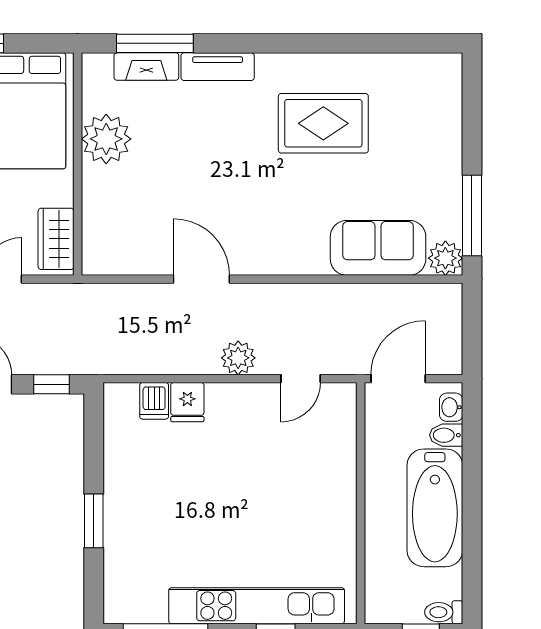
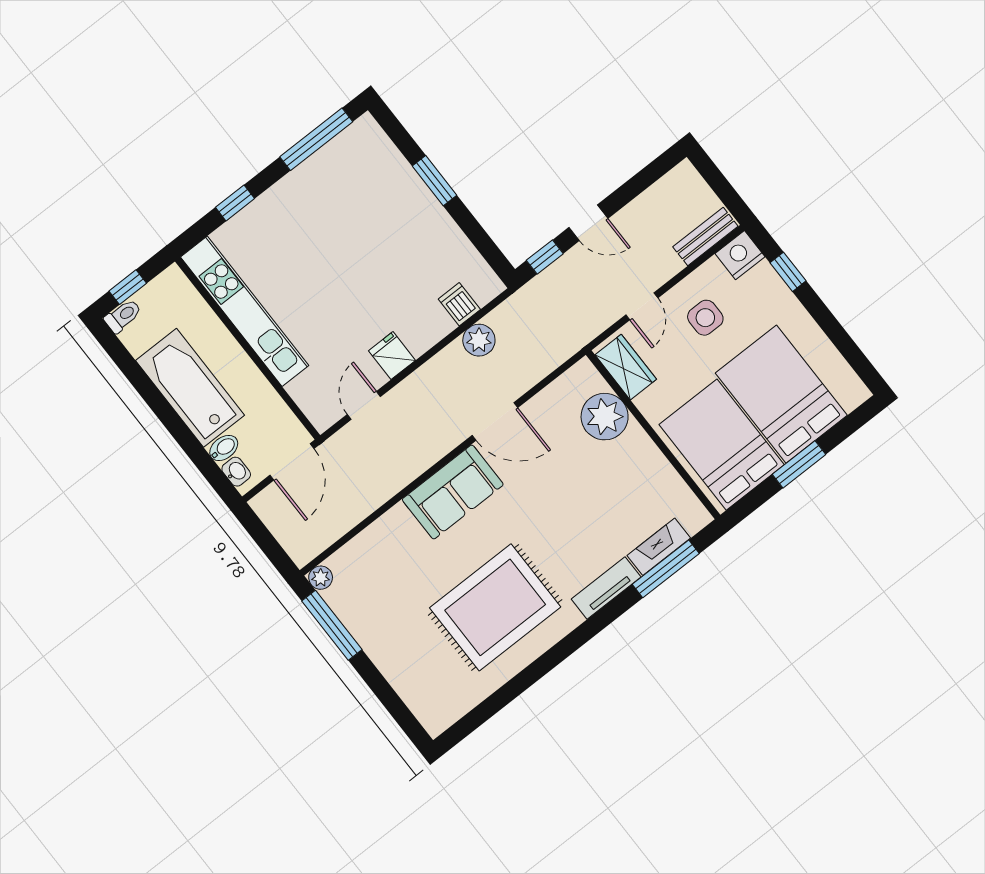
rug: (323, 123) -> (495, 607), width x1.37, depth x1.44
plant: (106, 139) -> (605, 417), moved
sofa: (378, 248) -> (453, 492), moved
plant: (445, 258) -> (321, 578), width x0.73, depth x0.73
plant: (238, 358) -> (479, 340), moved
fridge: (187, 402) -> (392, 356), moved
kitchen unit: (257, 606) -> (245, 311), moved, turned -90

